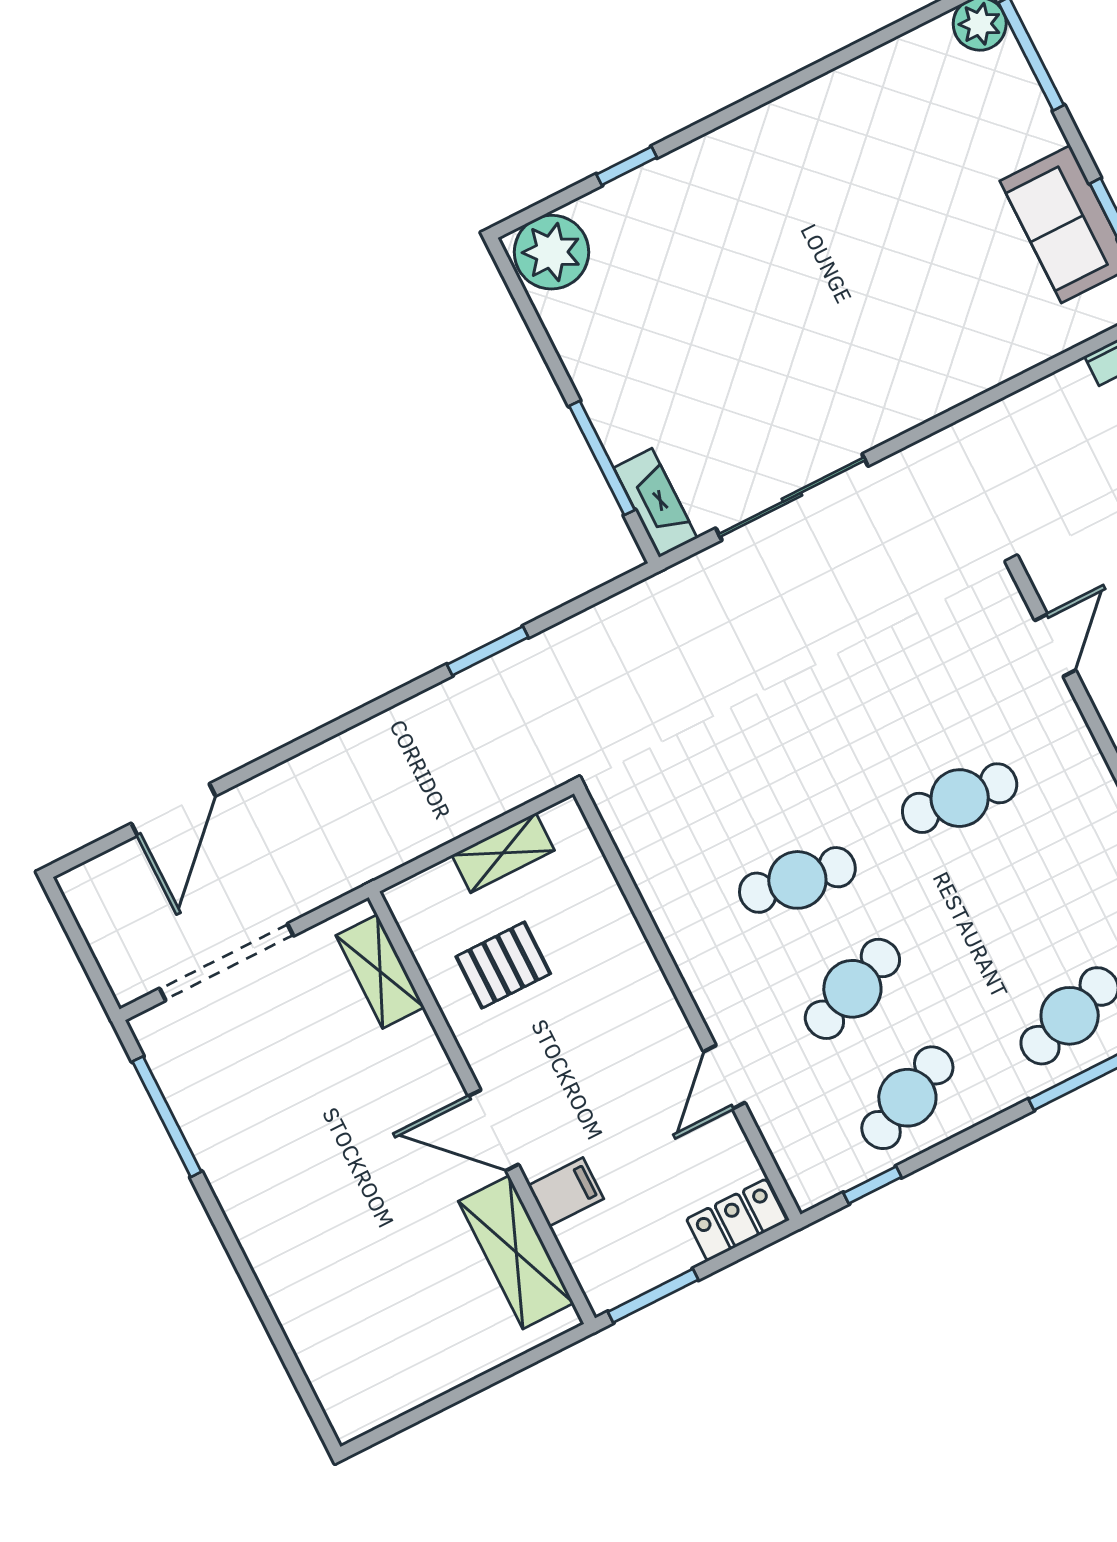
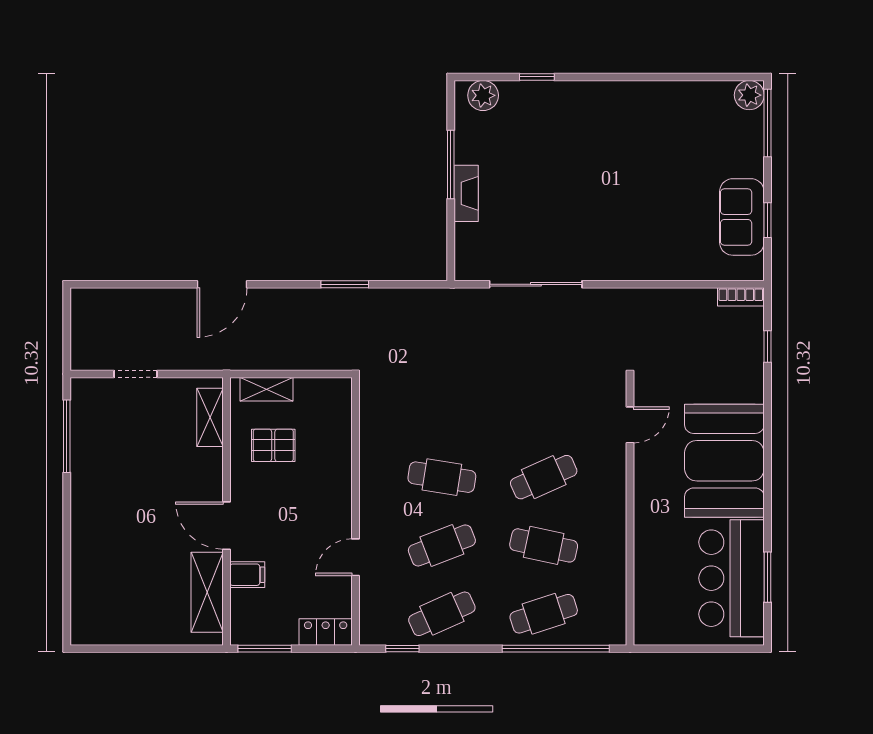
plant: (552, 252) -> (483, 95), width x0.73, depth x0.73
window: (602, 458) -> (451, 164), moved
fireplace: (655, 503) -> (466, 193), moved
cafe table: (960, 798) -> (544, 477), turned -30
door: (173, 810) -> (222, 284), moved
shelving: (503, 853) -> (267, 389), moved
cafe table: (1015, 907) -> (544, 545), added
doorway: (226, 962) -> (136, 374), width x0.53

